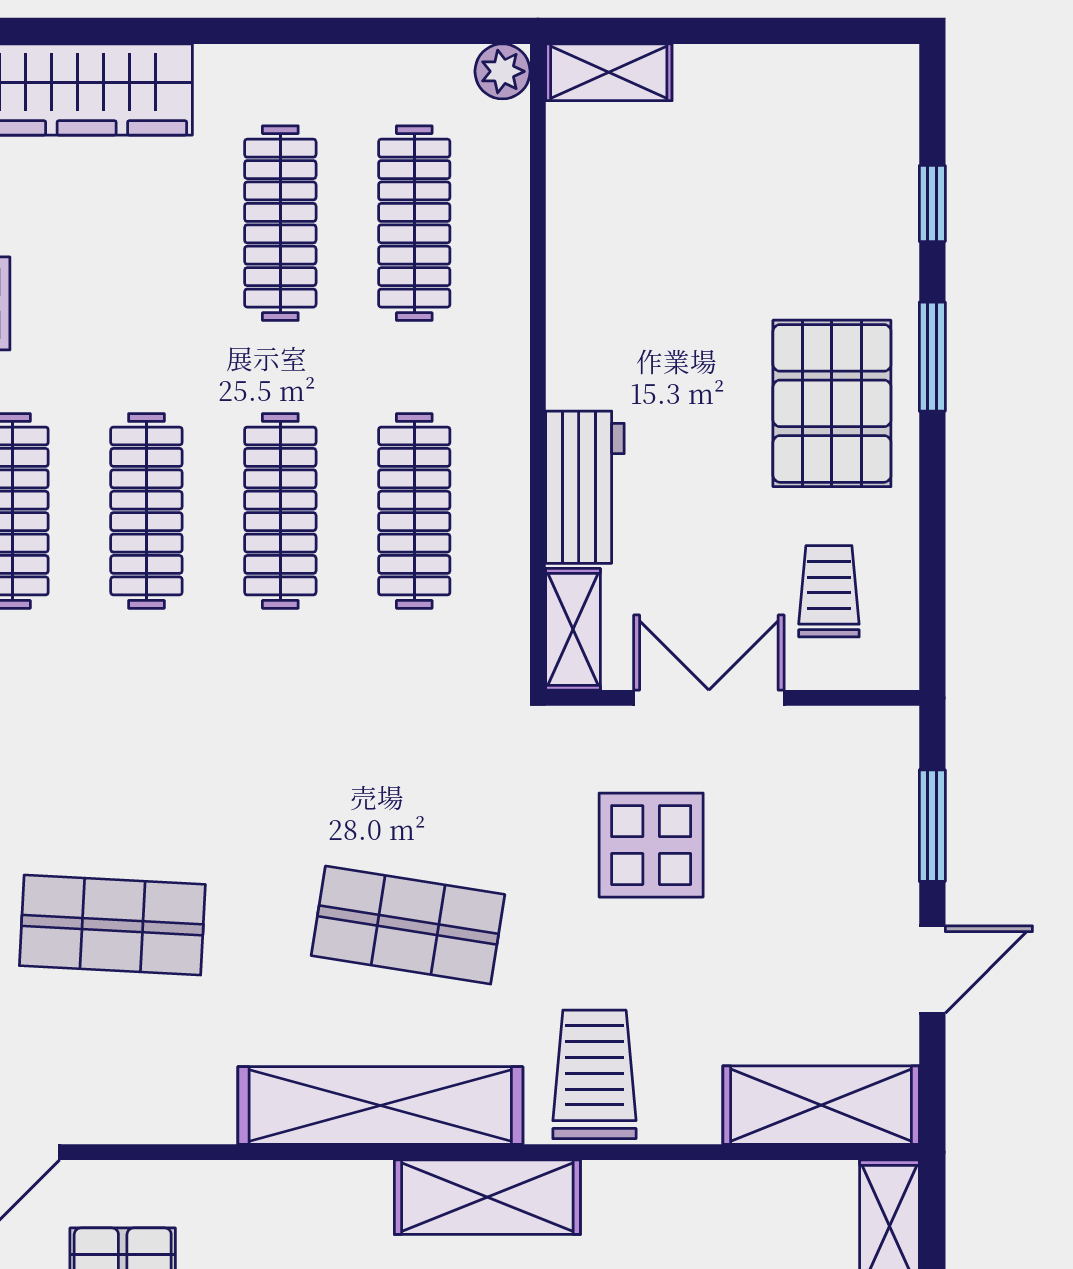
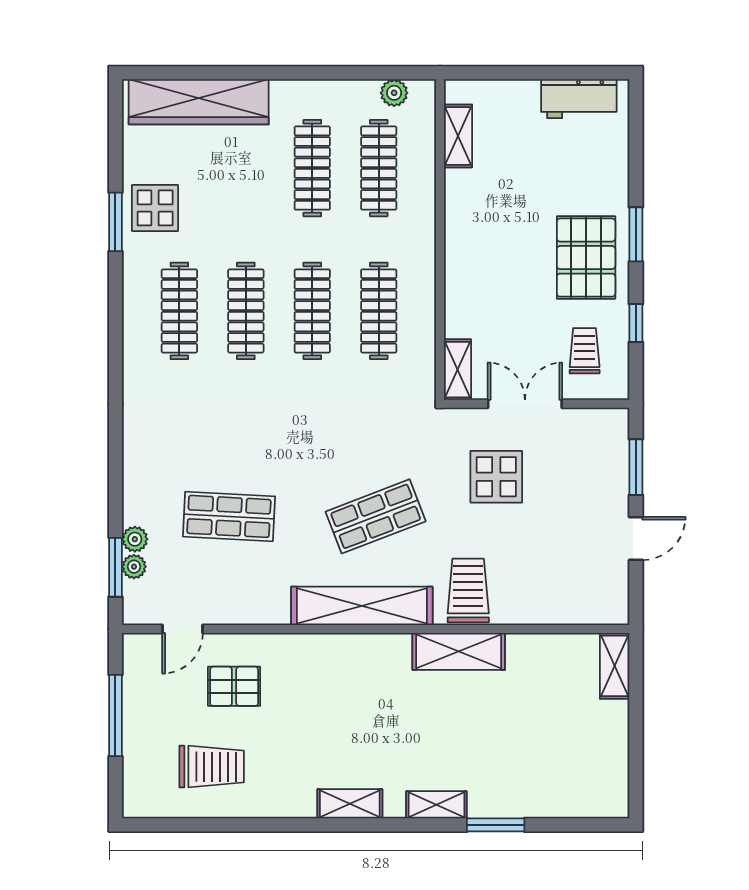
plant: (502, 71) -> (394, 93), moved
shelving: (609, 72) -> (458, 136), moved, turned 90
window: (932, 203) -> (636, 323), moved
workbench: (585, 487) -> (579, 99), moved, turned 90
shop shelf: (408, 925) -> (376, 516), turned -30
shelving: (821, 1105) -> (581, 606), removed
shelving: (487, 1197) -> (459, 651), moved

